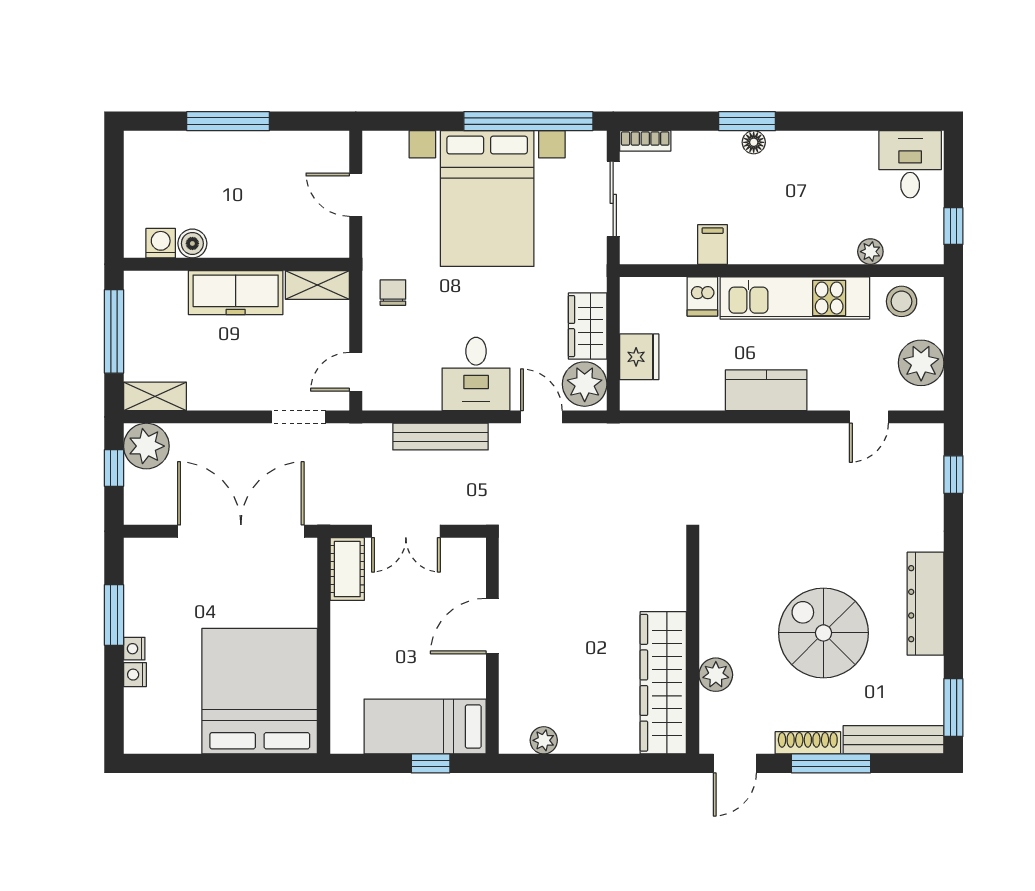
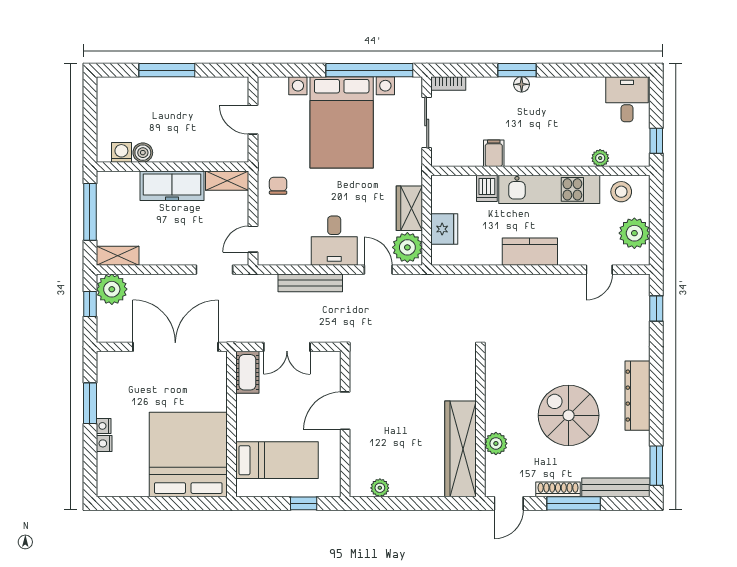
bed: (425, 726) -> (277, 460), moved, turned 180

